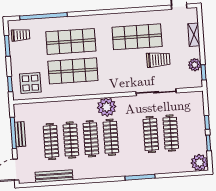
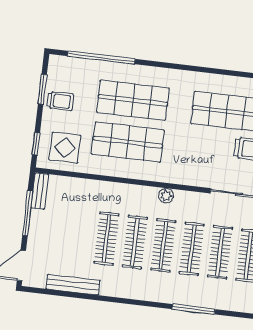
trolley: (21, 35) -> (60, 101), moved
plant: (107, 107) -> (166, 196), width x0.53, depth x0.53
bench: (20, 134) -> (40, 191), moved
clothes rail: (51, 141) -> (192, 249), moved

